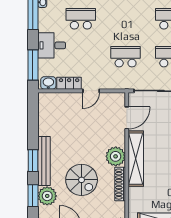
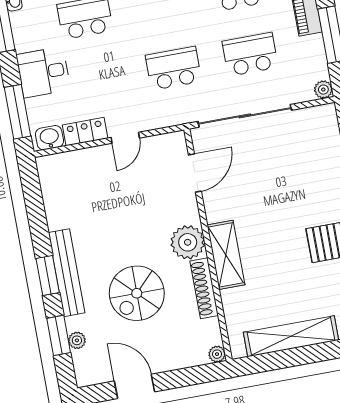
shelving: (136, 159) -> (226, 255), width x0.68
spiral stairs: (82, 180) -> (137, 293), turned 90
plant: (47, 196) -> (77, 340), width x0.53, depth x0.53

